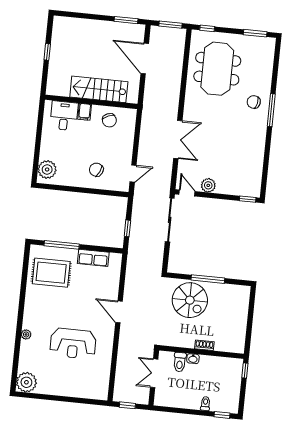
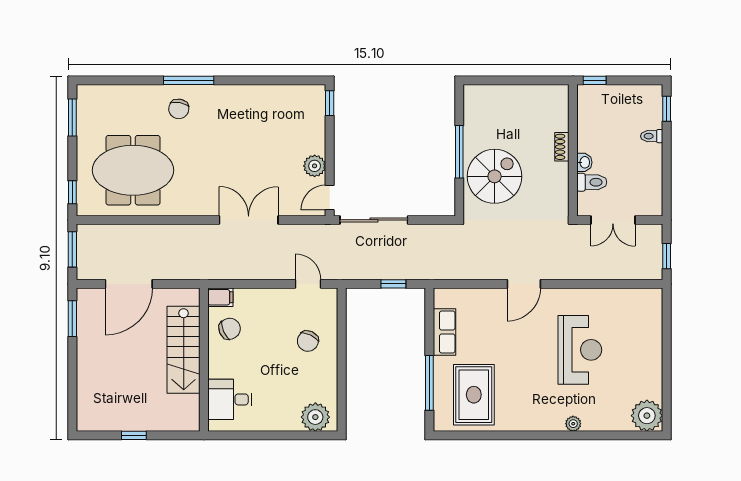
filing cabinet: (85, 112) -> (220, 297), moved

